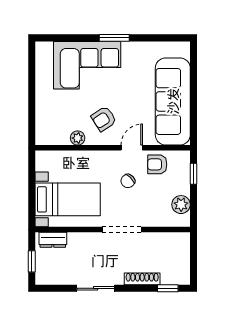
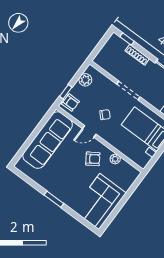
corner sofa: (87, 65) -> (99, 202), moved, turned -90
armchair: (157, 164) -> (70, 103), moved

